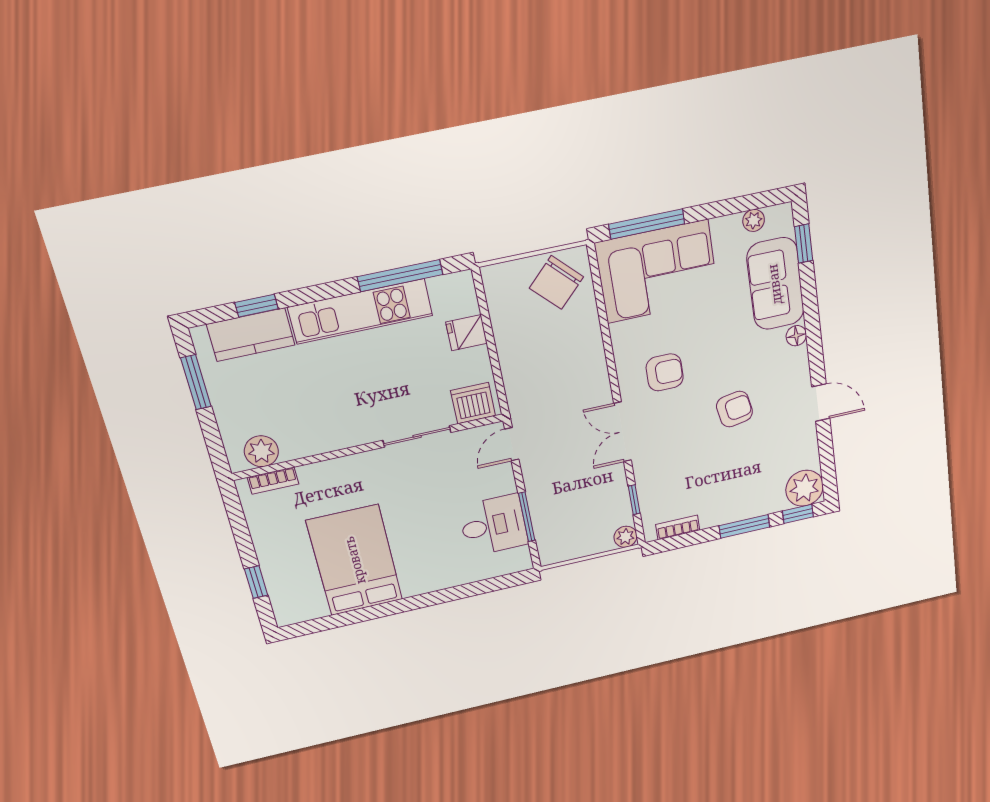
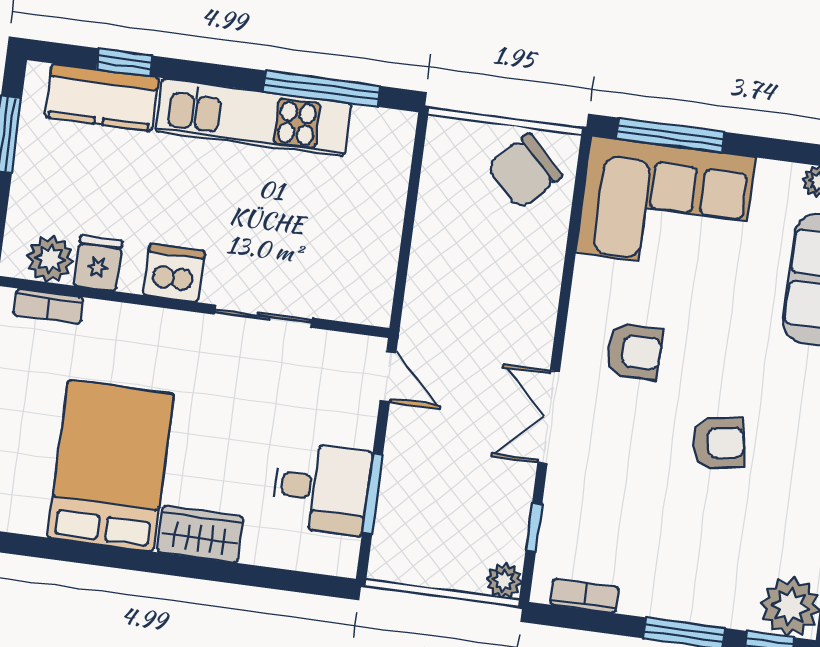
fridge: (467, 333) -> (98, 263), moved, turned 90
dishwasher: (473, 403) -> (174, 273), moved
door: (512, 444) -> (388, 376), swing flipped
wardrobe: (427, 579) -> (200, 534), added

